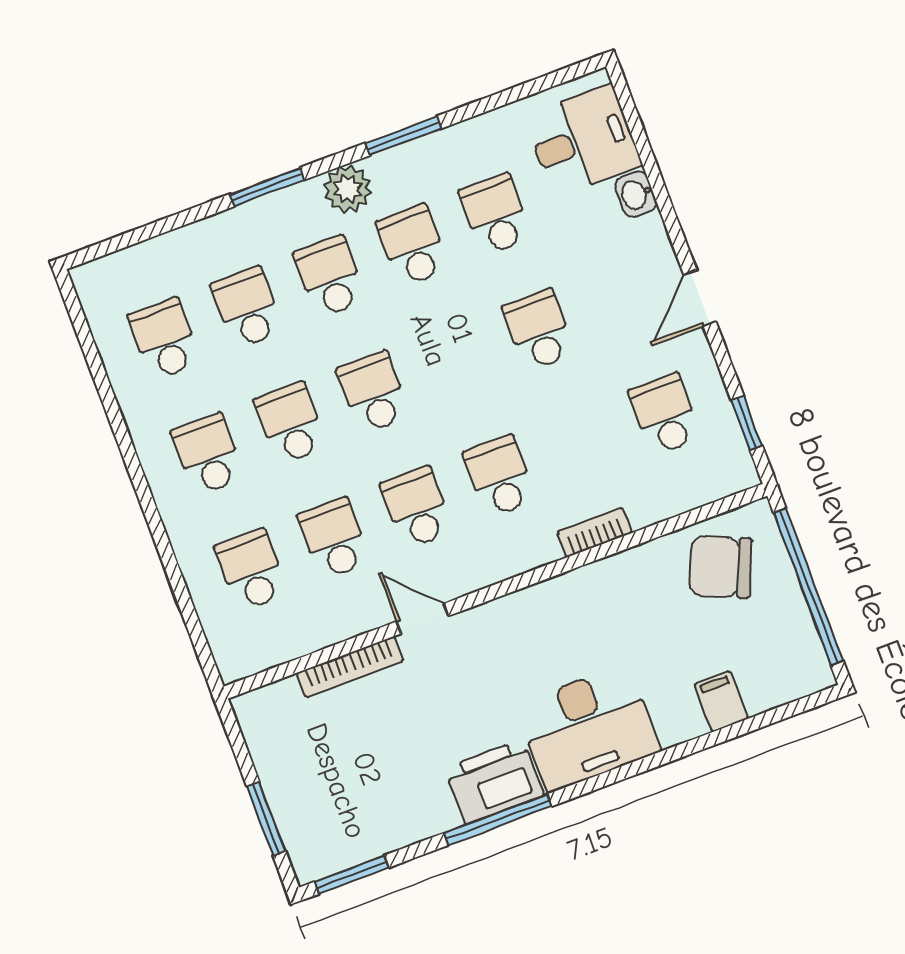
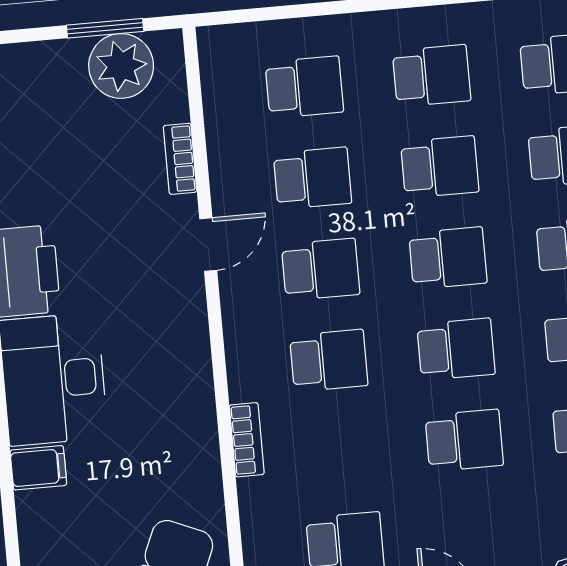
school desk: (456, 361) -> (456, 349), added
bookcase: (350, 667) -> (180, 159), width x0.64
filing cabinet: (721, 701) -> (38, 468), moved
plant: (279, 746) -> (121, 66), added
window: (266, 819) -> (105, 28), moved

